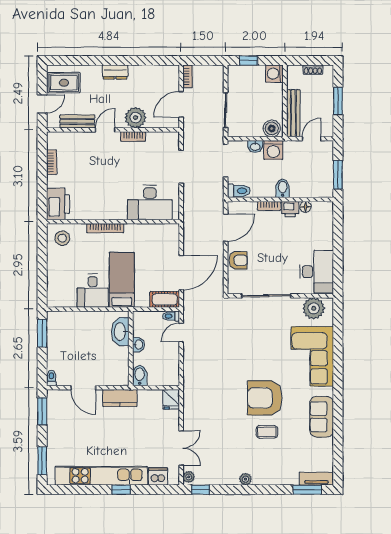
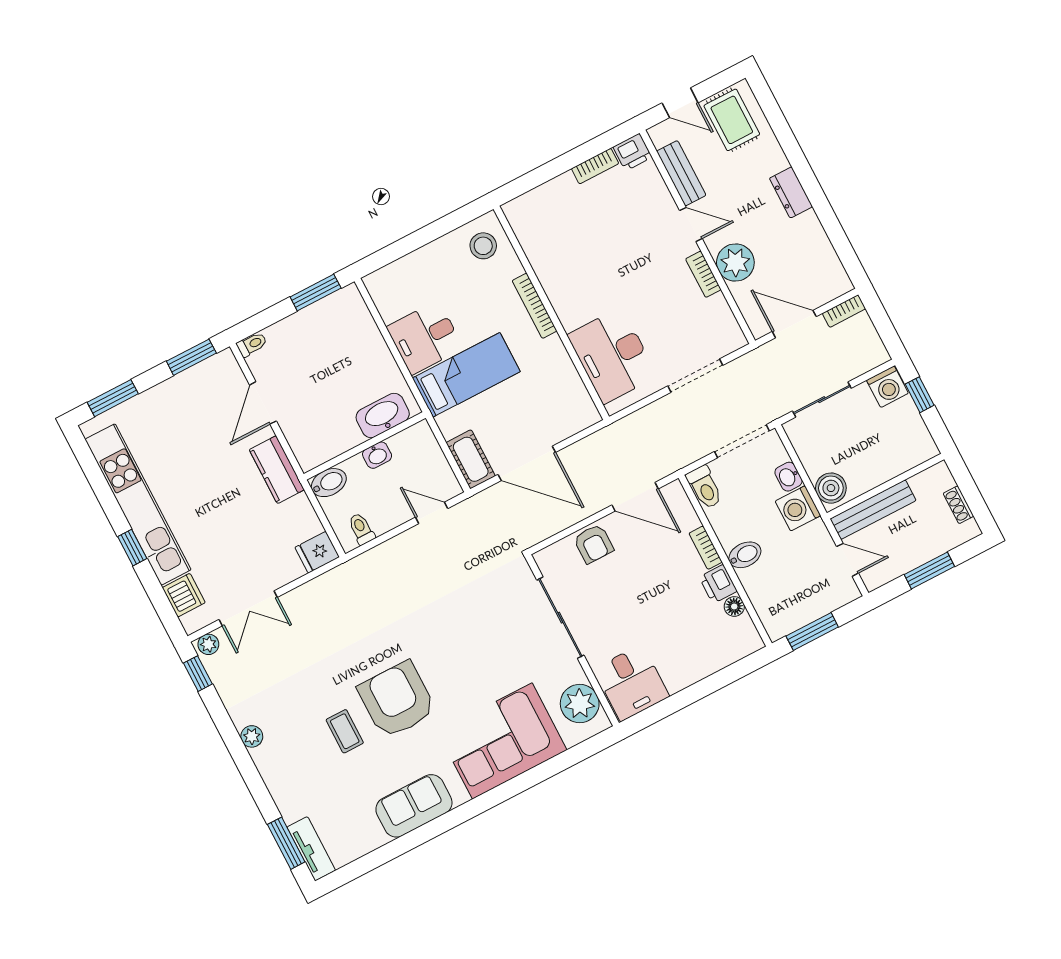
washing machine: (274, 74) -> (887, 387), moved, turned 180
printer: (58, 204) -> (632, 152), moved, width x0.53, depth x0.68
desk: (317, 272) -> (631, 683), width x0.73
toilet: (171, 316) -> (361, 529), moved

